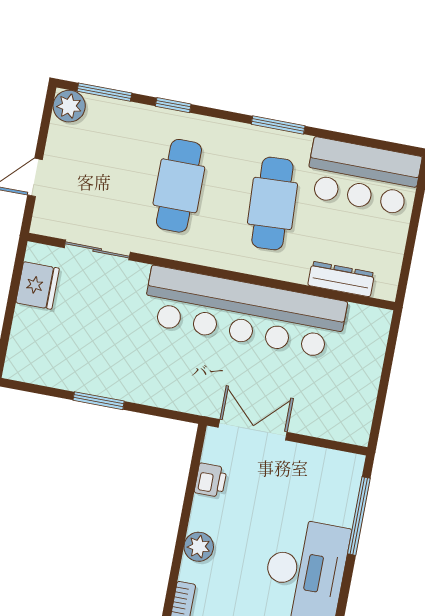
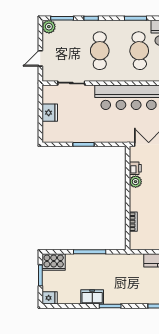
fridge: (38, 285) -> (50, 113), moved
plant: (199, 547) -> (136, 182), moved

